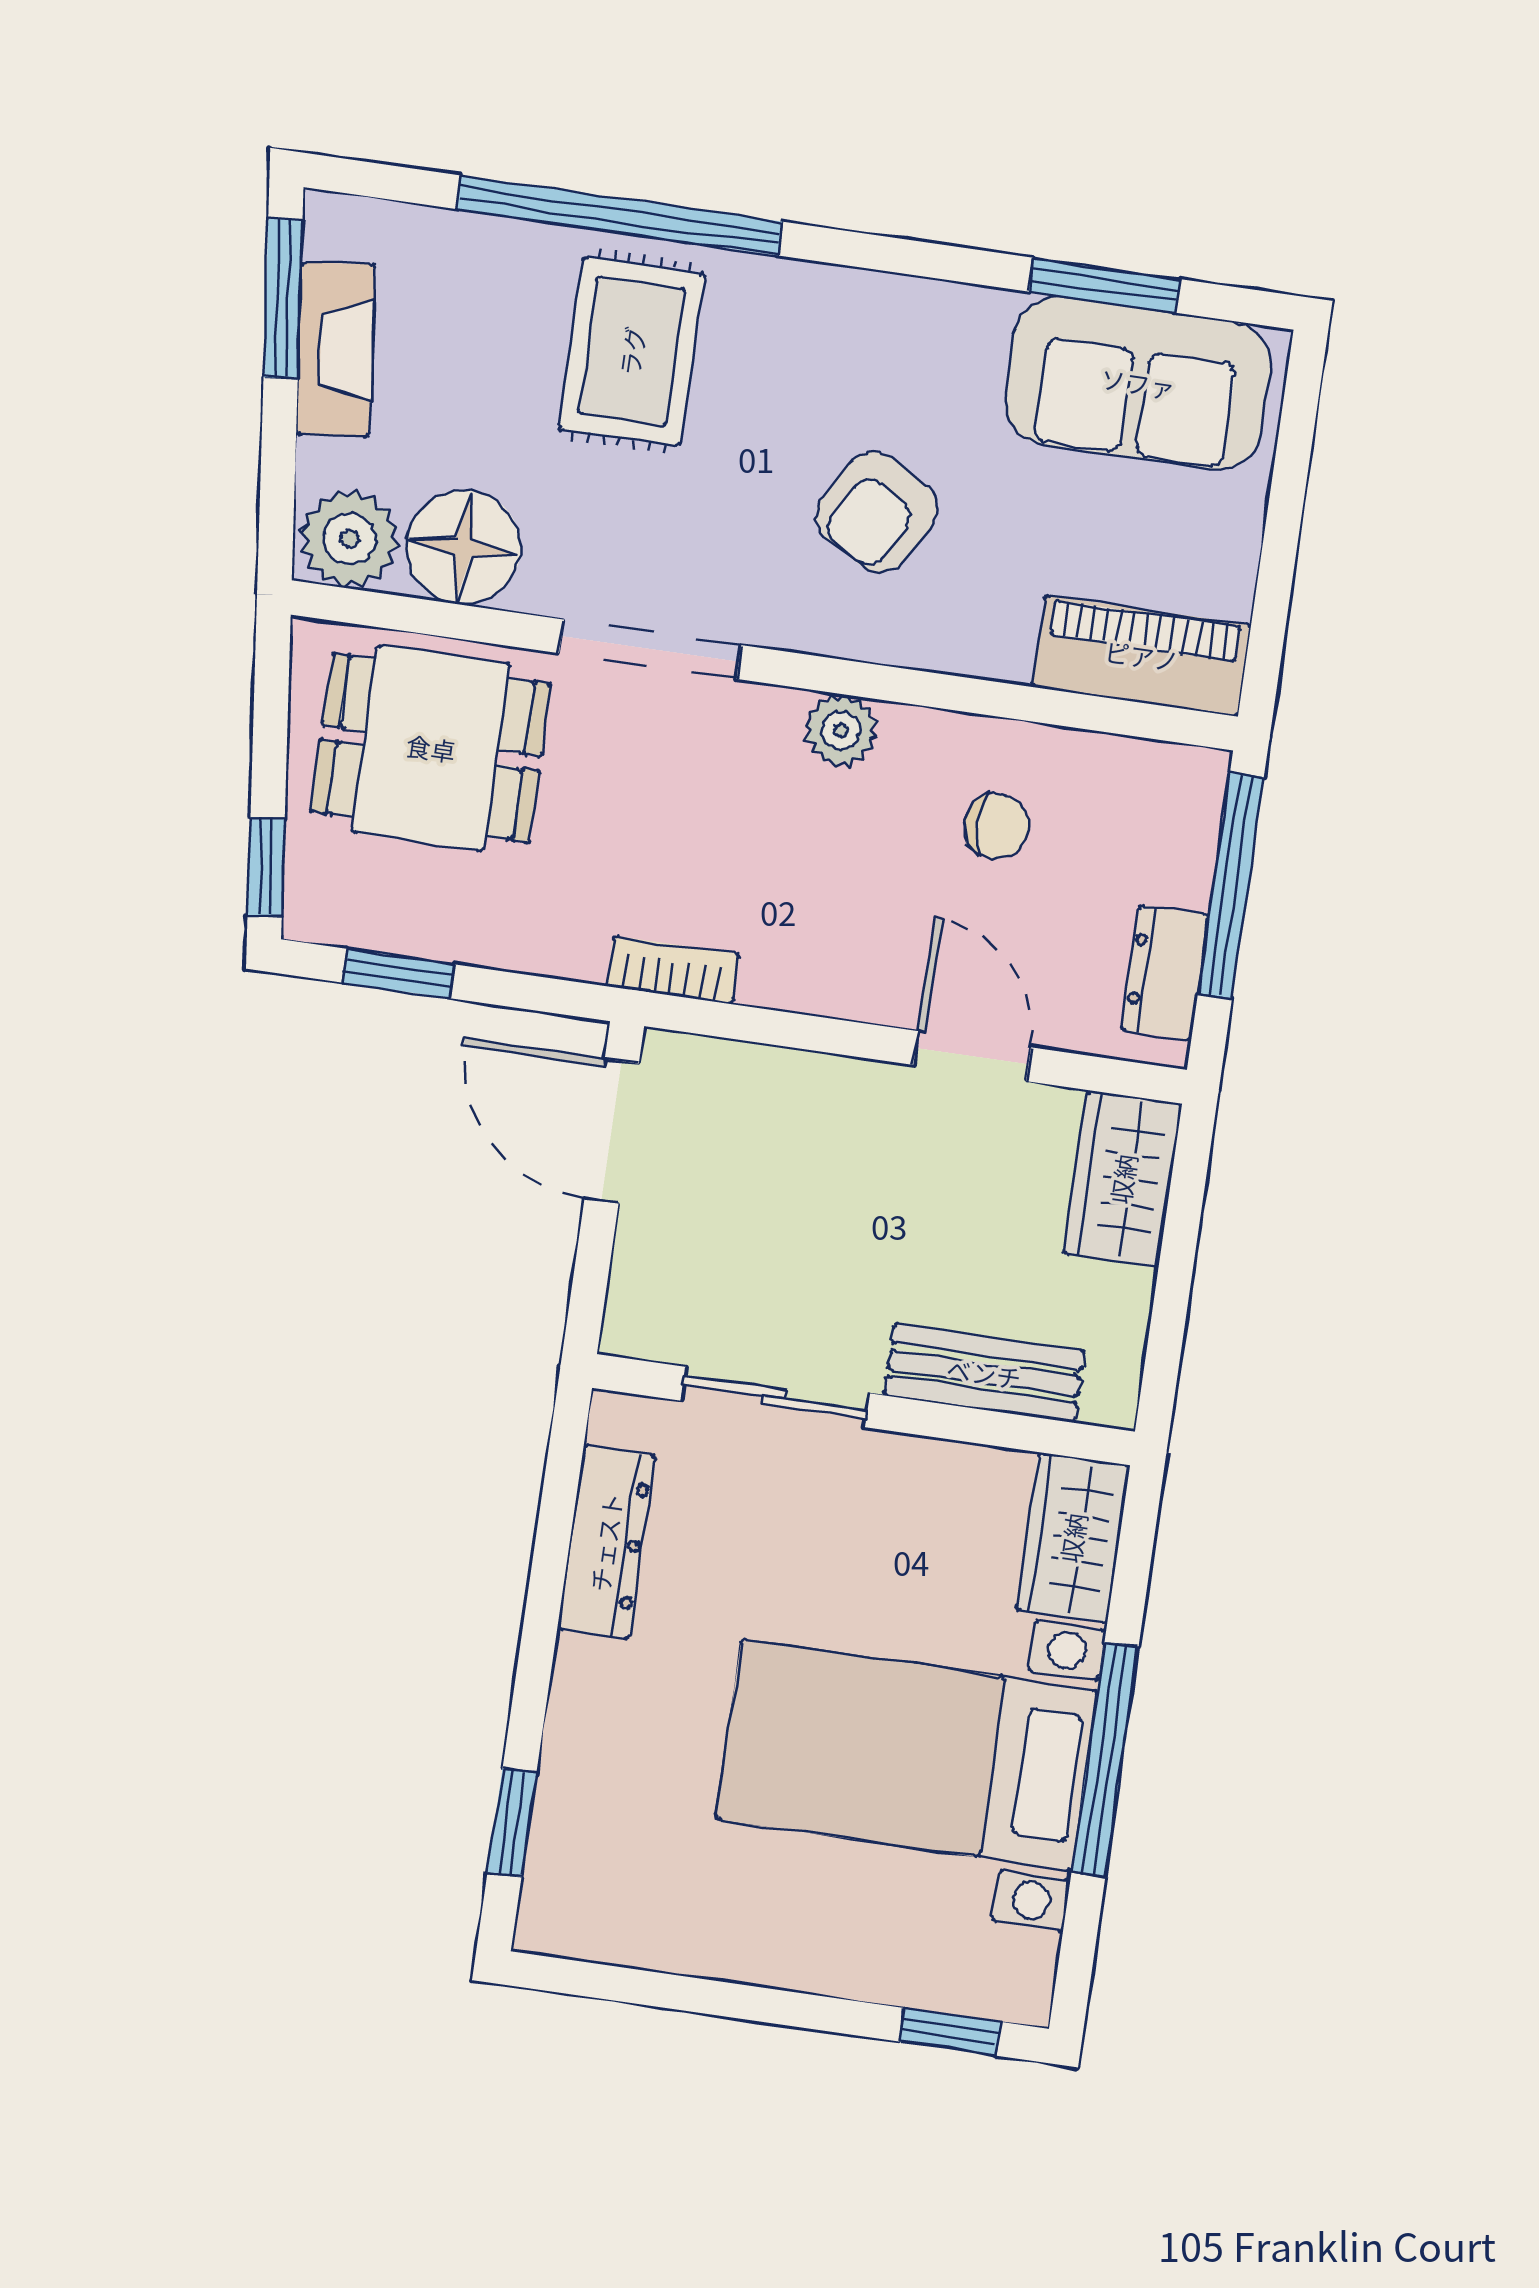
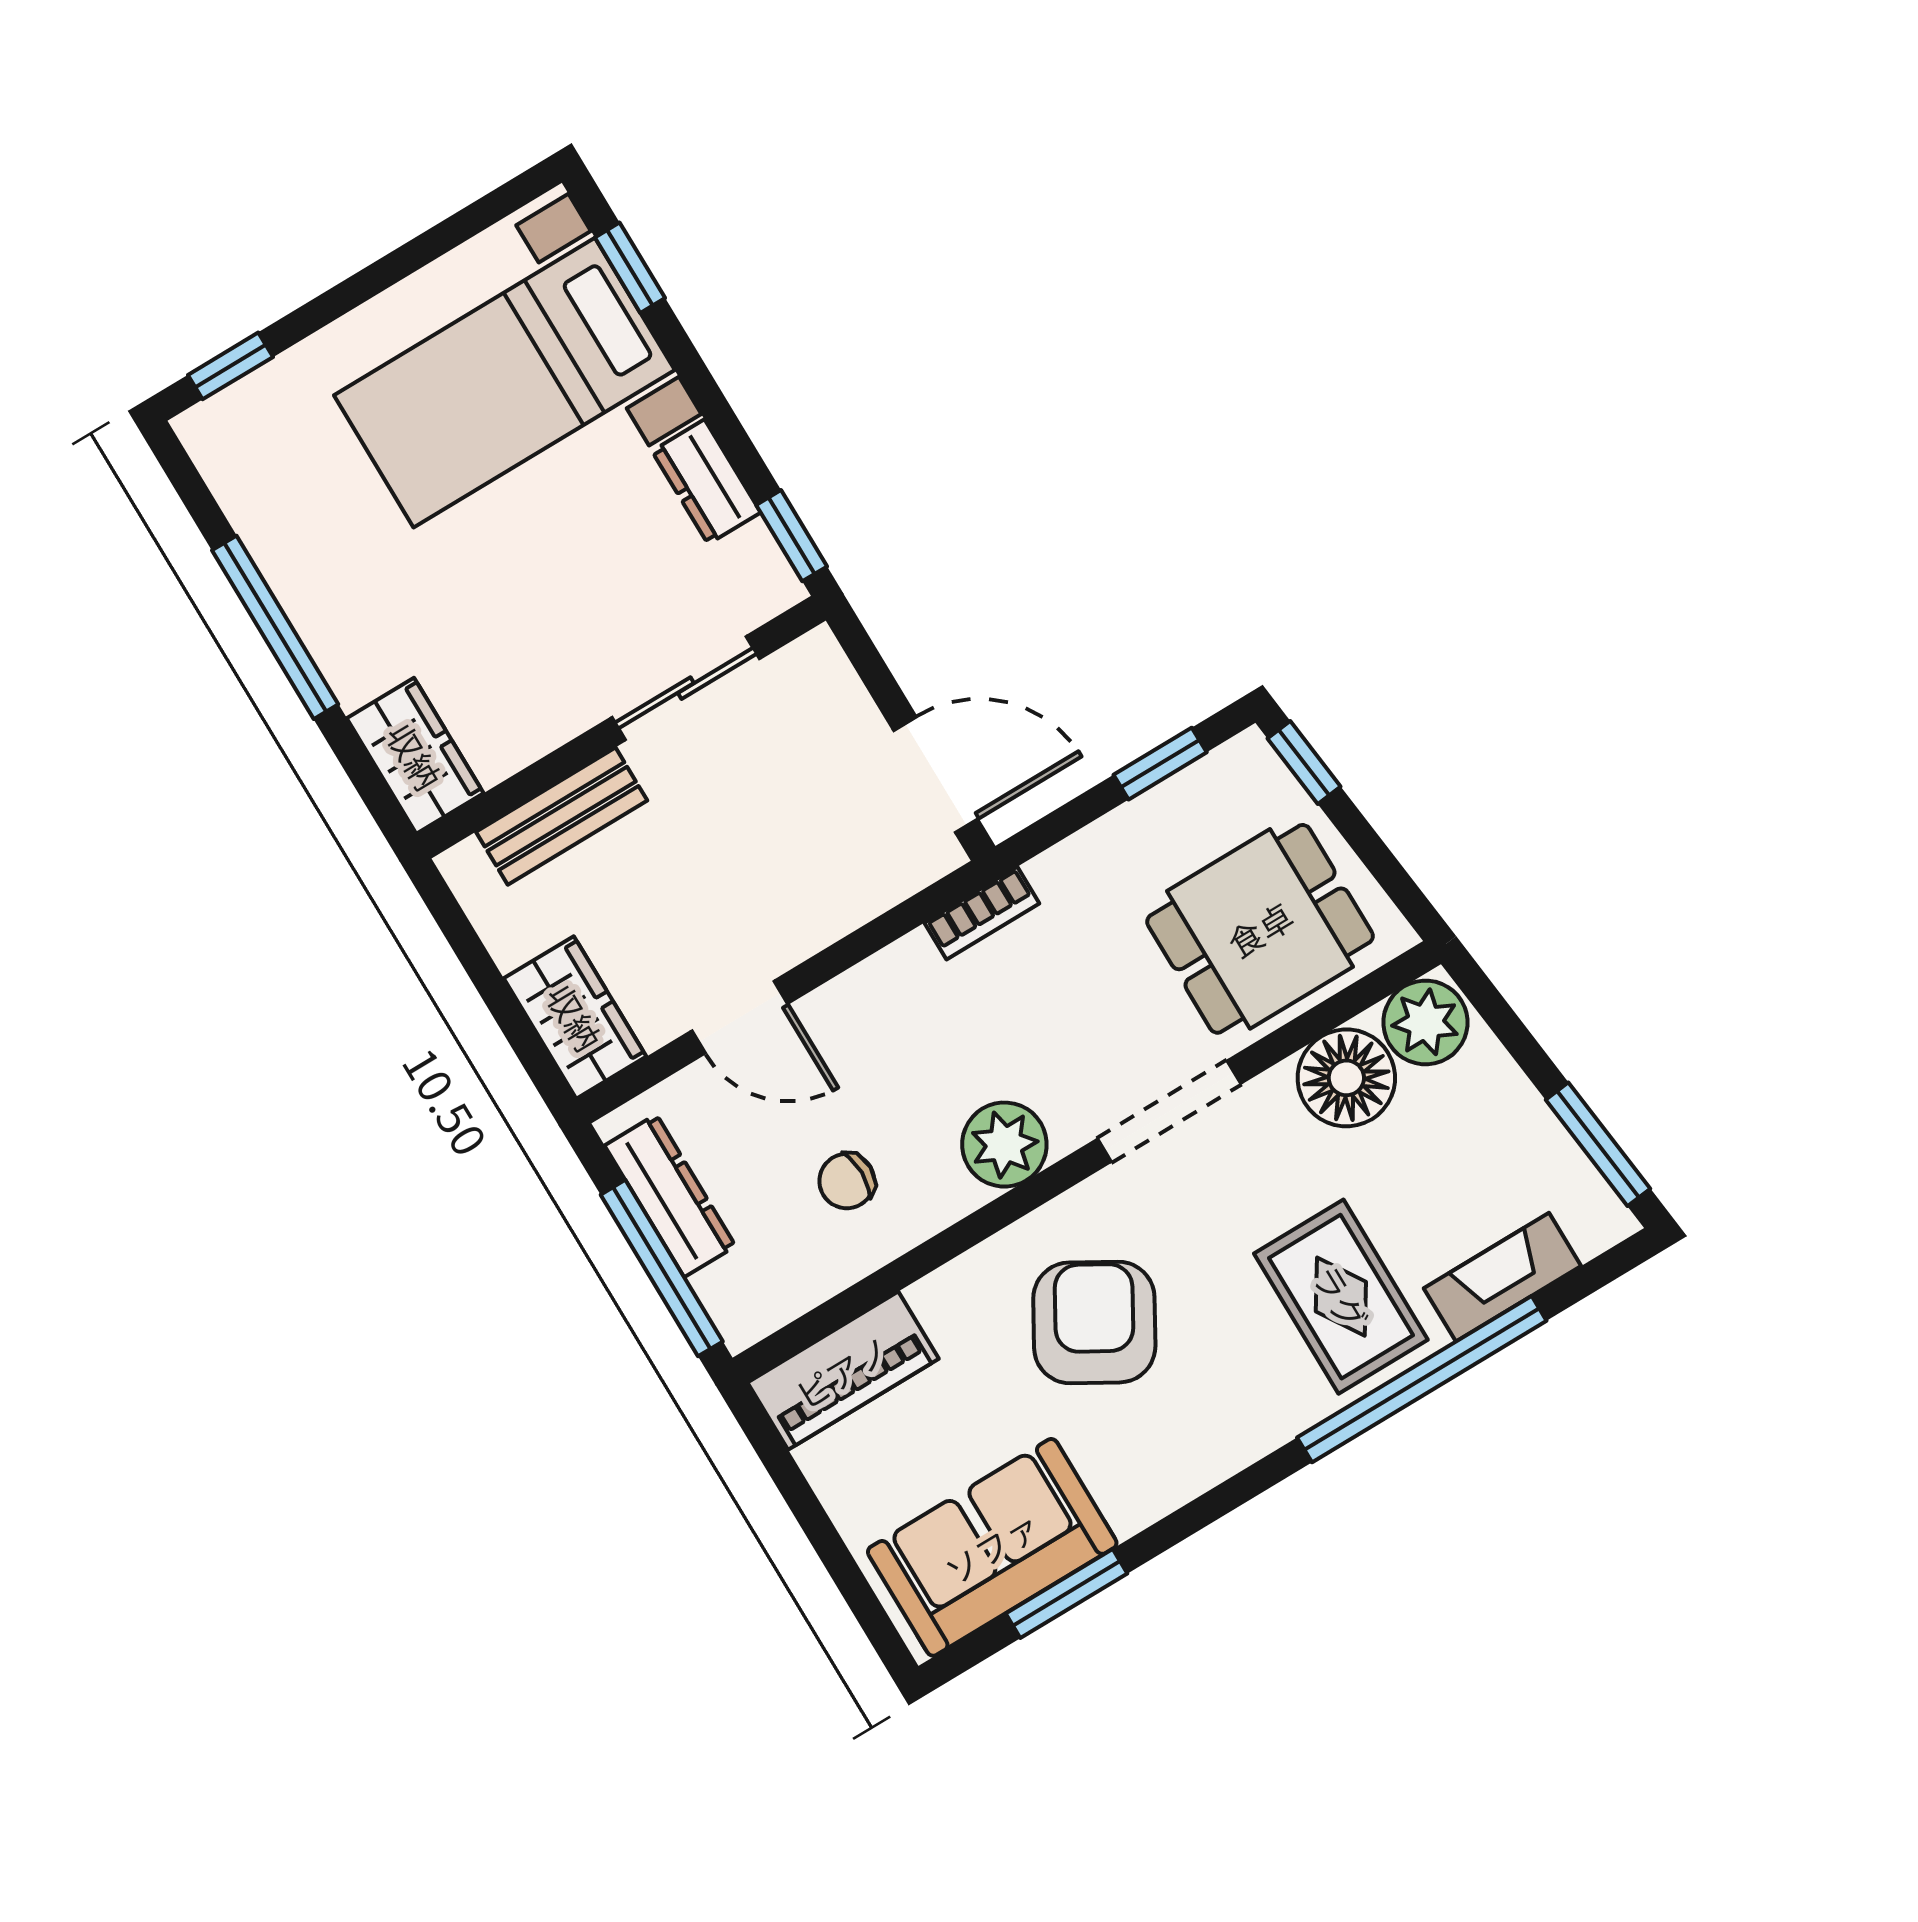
fireplace: (335, 350) -> (1502, 1277), moved, turned 96
armchair: (876, 512) -> (1094, 1322), width x1.38, depth x1.38
plant: (841, 730) -> (1004, 1145), width x1.38, depth x1.38
dresser: (1165, 972) -> (670, 1196), width x1.44
window: (565, 1457) -> (792, 536), added
dresser: (606, 1542) -> (706, 482), width x0.70
bed with nightstands: (907, 1755) -> (504, 383), moved, turned 180

